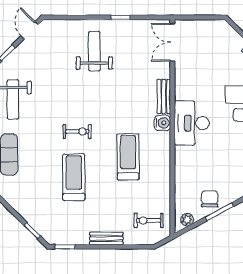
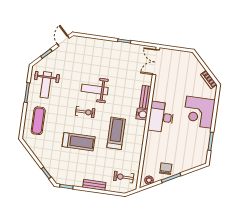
weight bench: (94, 51) -> (95, 89), moved, turned -90
treadmill: (74, 177) -> (79, 142), turned 90

